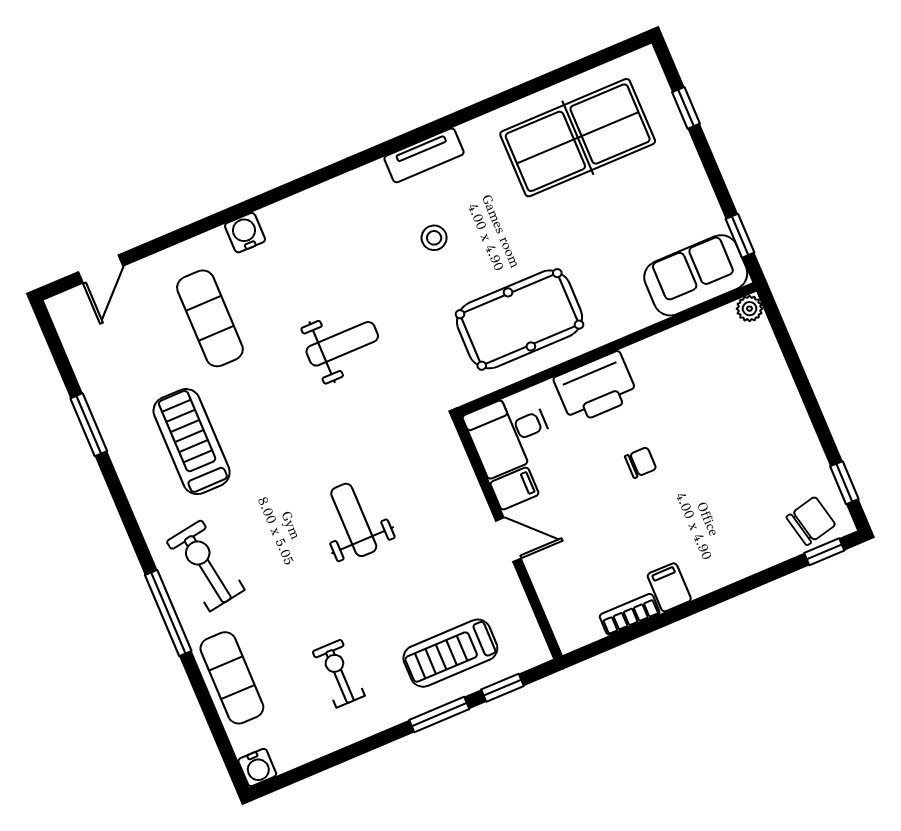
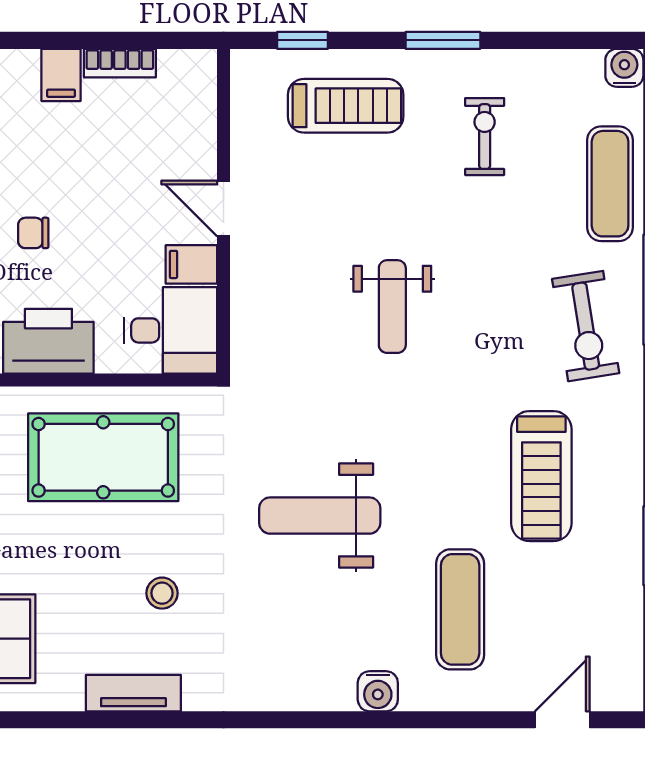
weight bench: (342, 344) -> (320, 516), width x1.36, depth x1.33
exercise bike: (339, 674) -> (485, 137), turned 180
window: (439, 714) -> (443, 40), moved

